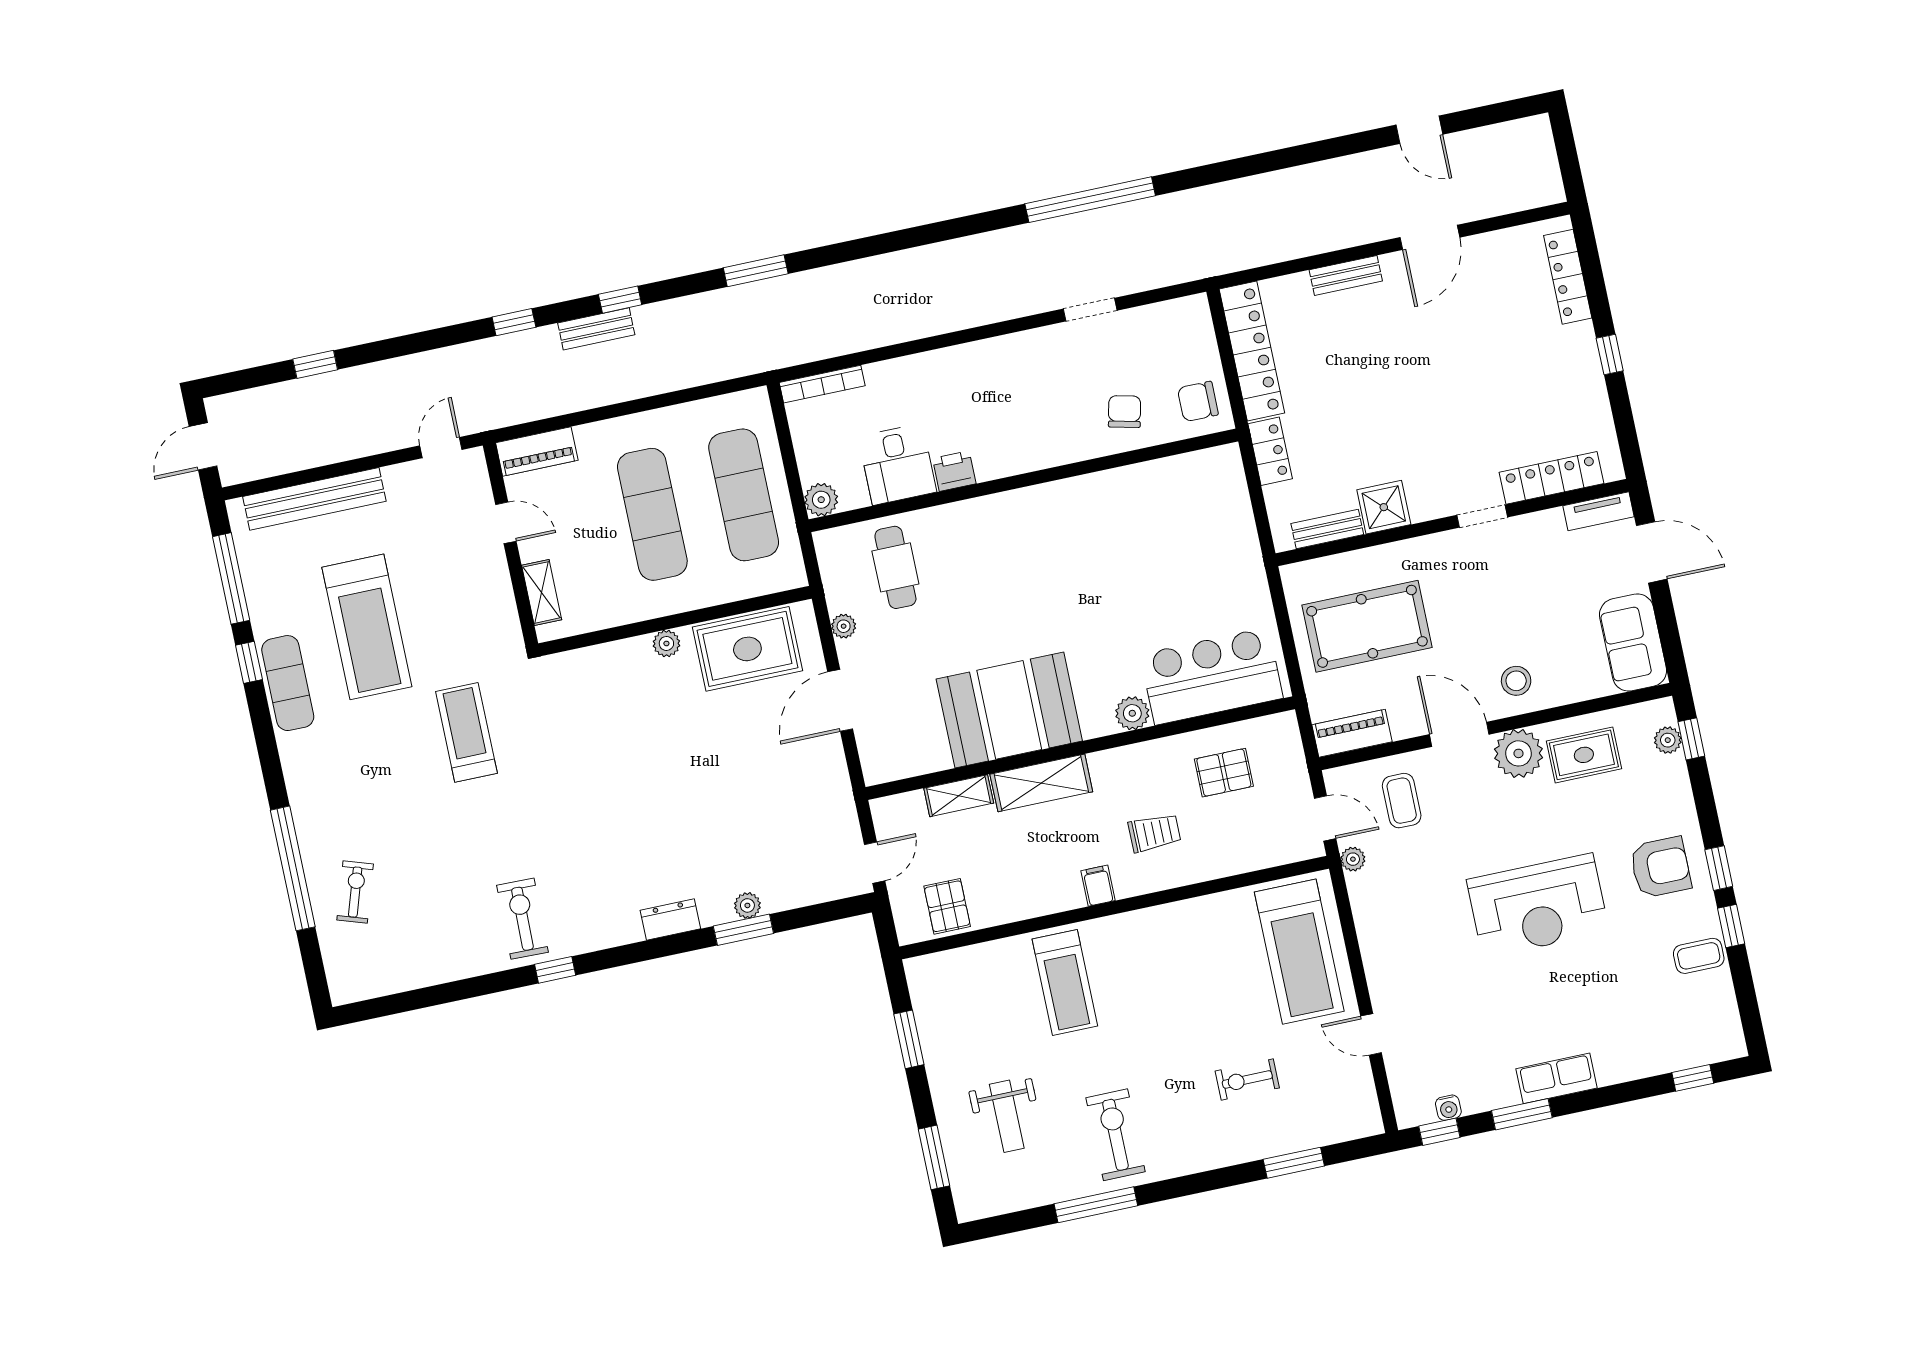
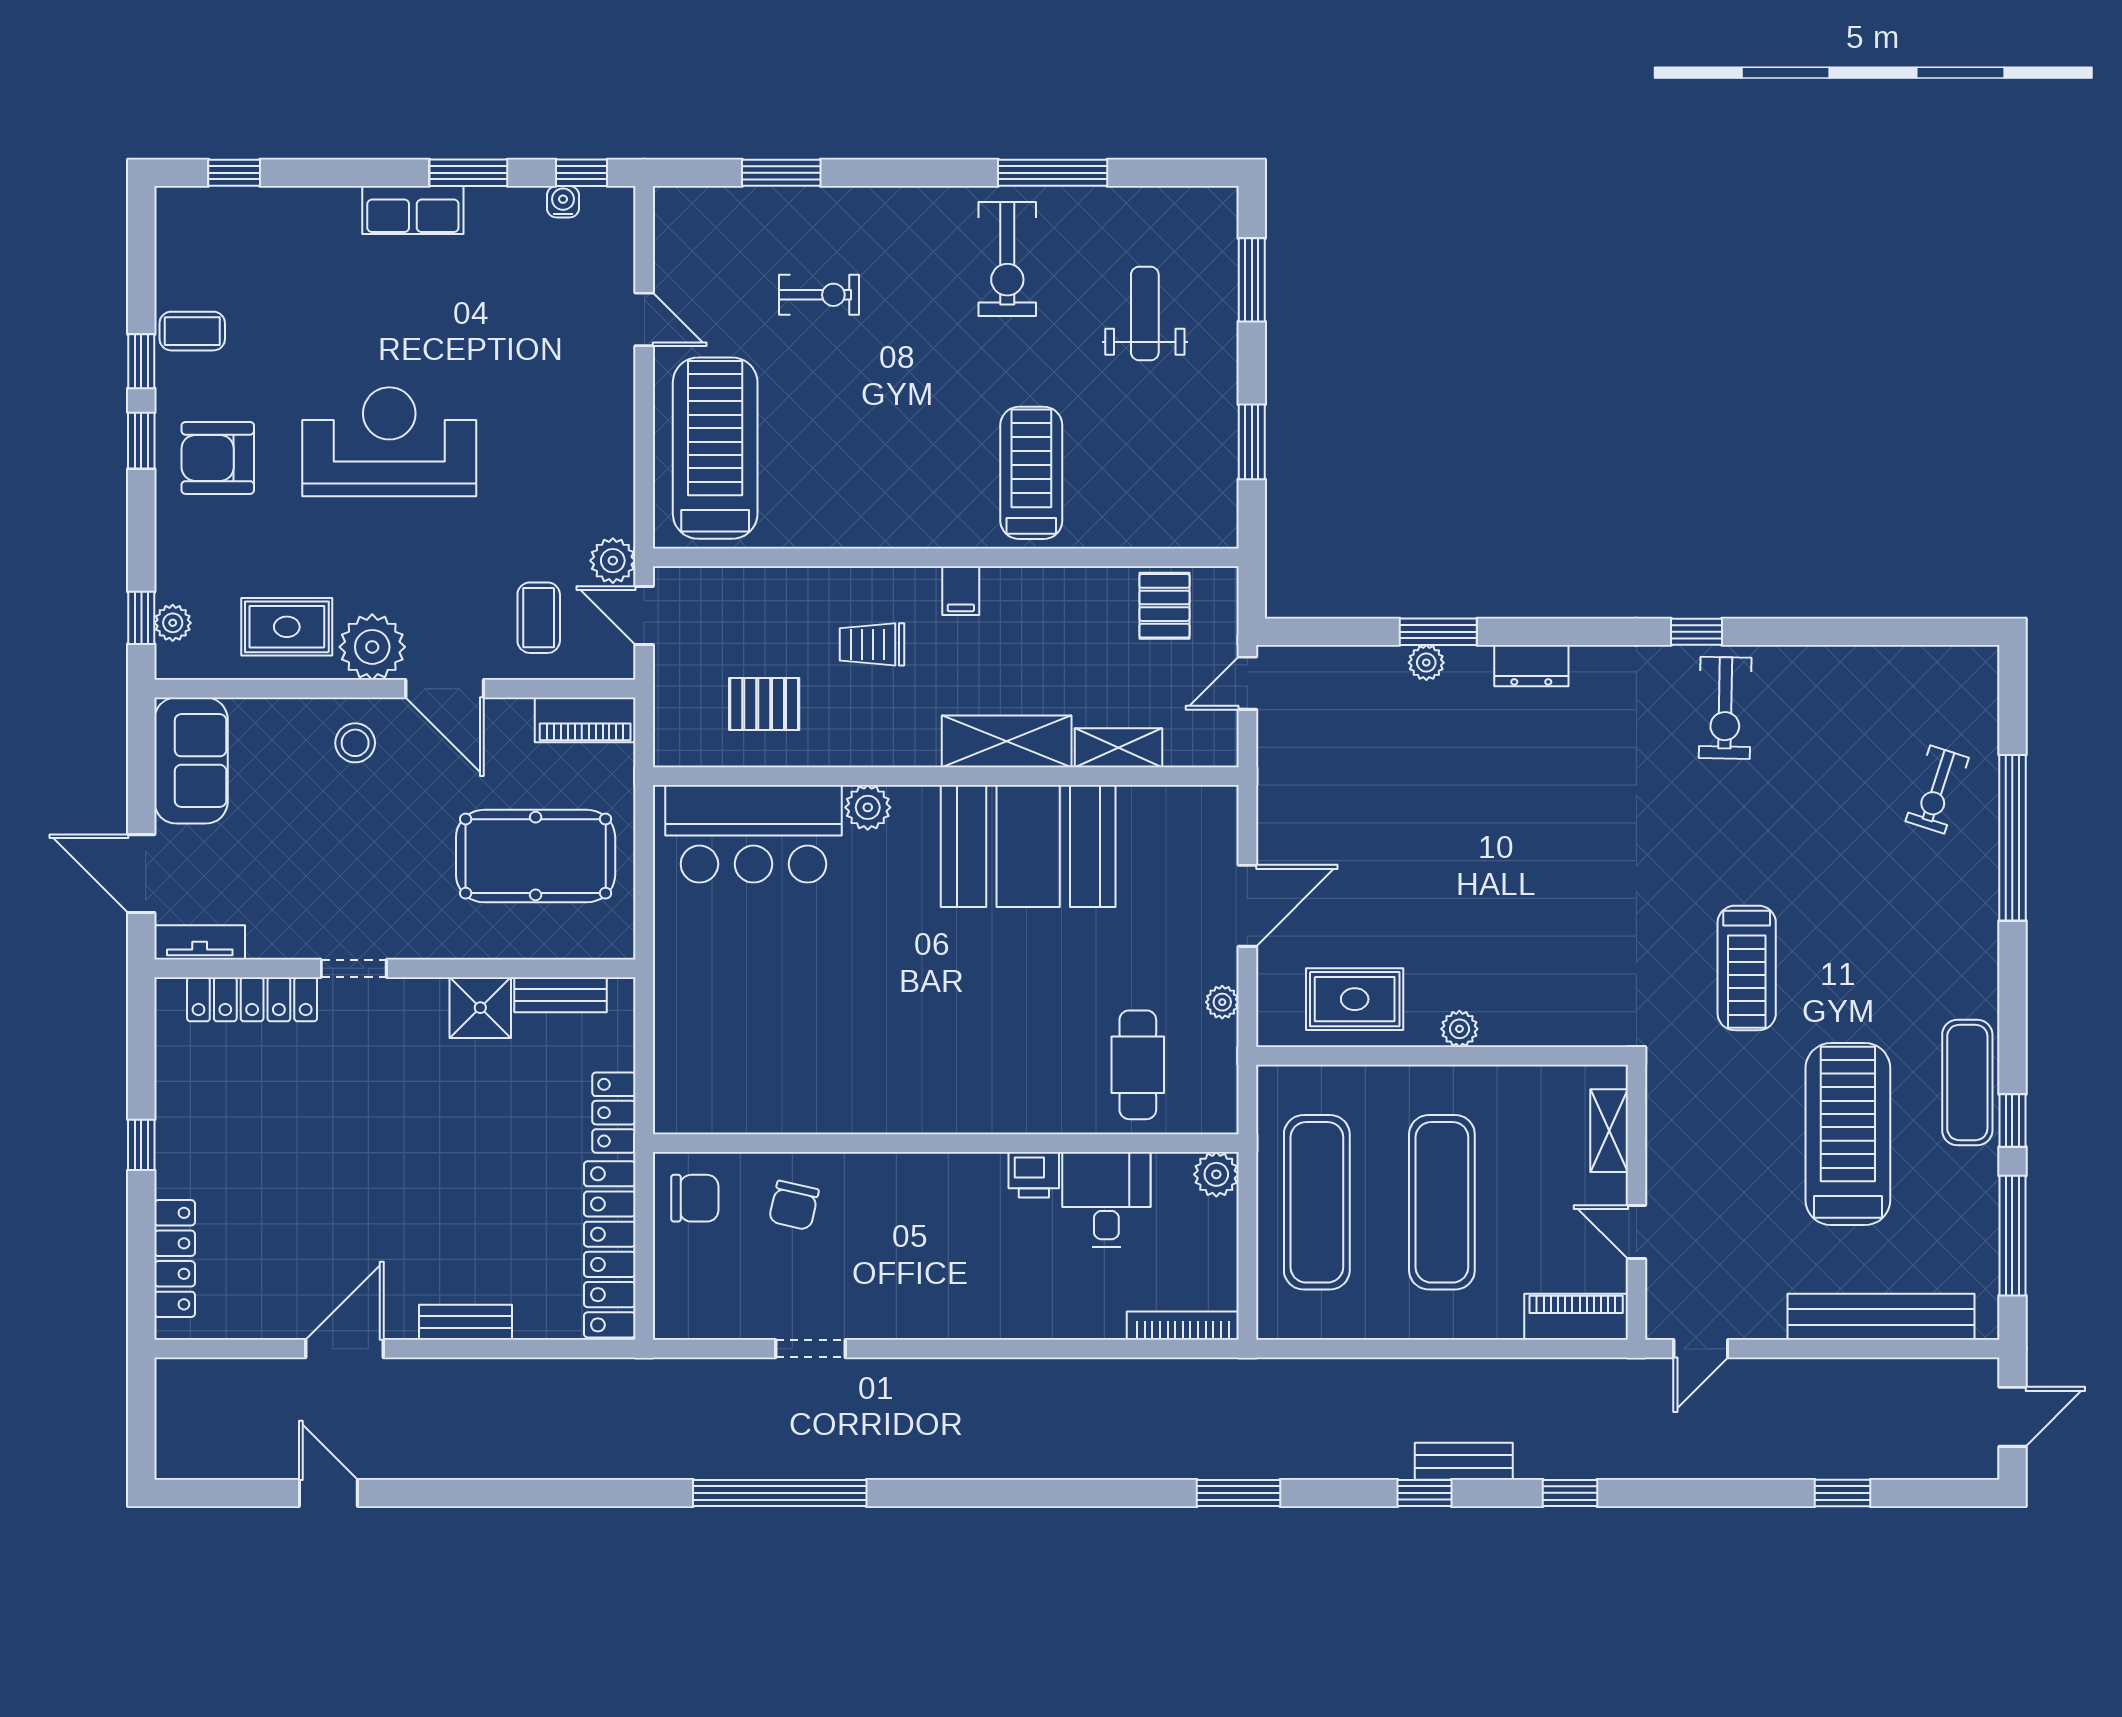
rug: (747, 649) -> (1355, 999), width x0.73, depth x0.70
plant: (1353, 859) -> (613, 561), width x1.38, depth x1.38

